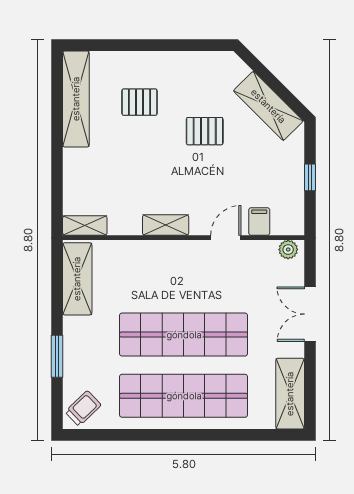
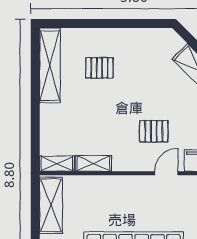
pallet: (205, 131) -> (154, 131), moved
shelving: (166, 225) -> (93, 163), moved

